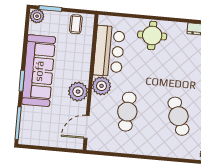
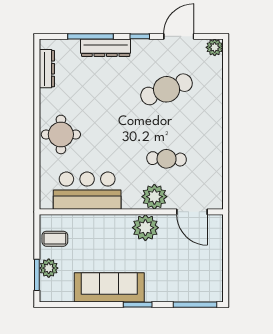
plant: (37, 16) -> (49, 268), moved
sofa: (39, 71) -> (109, 287), width x0.74, depth x0.79
plant: (101, 86) -> (154, 197), moved
cafe table: (127, 112) -> (167, 159), width x0.73, depth x0.74

